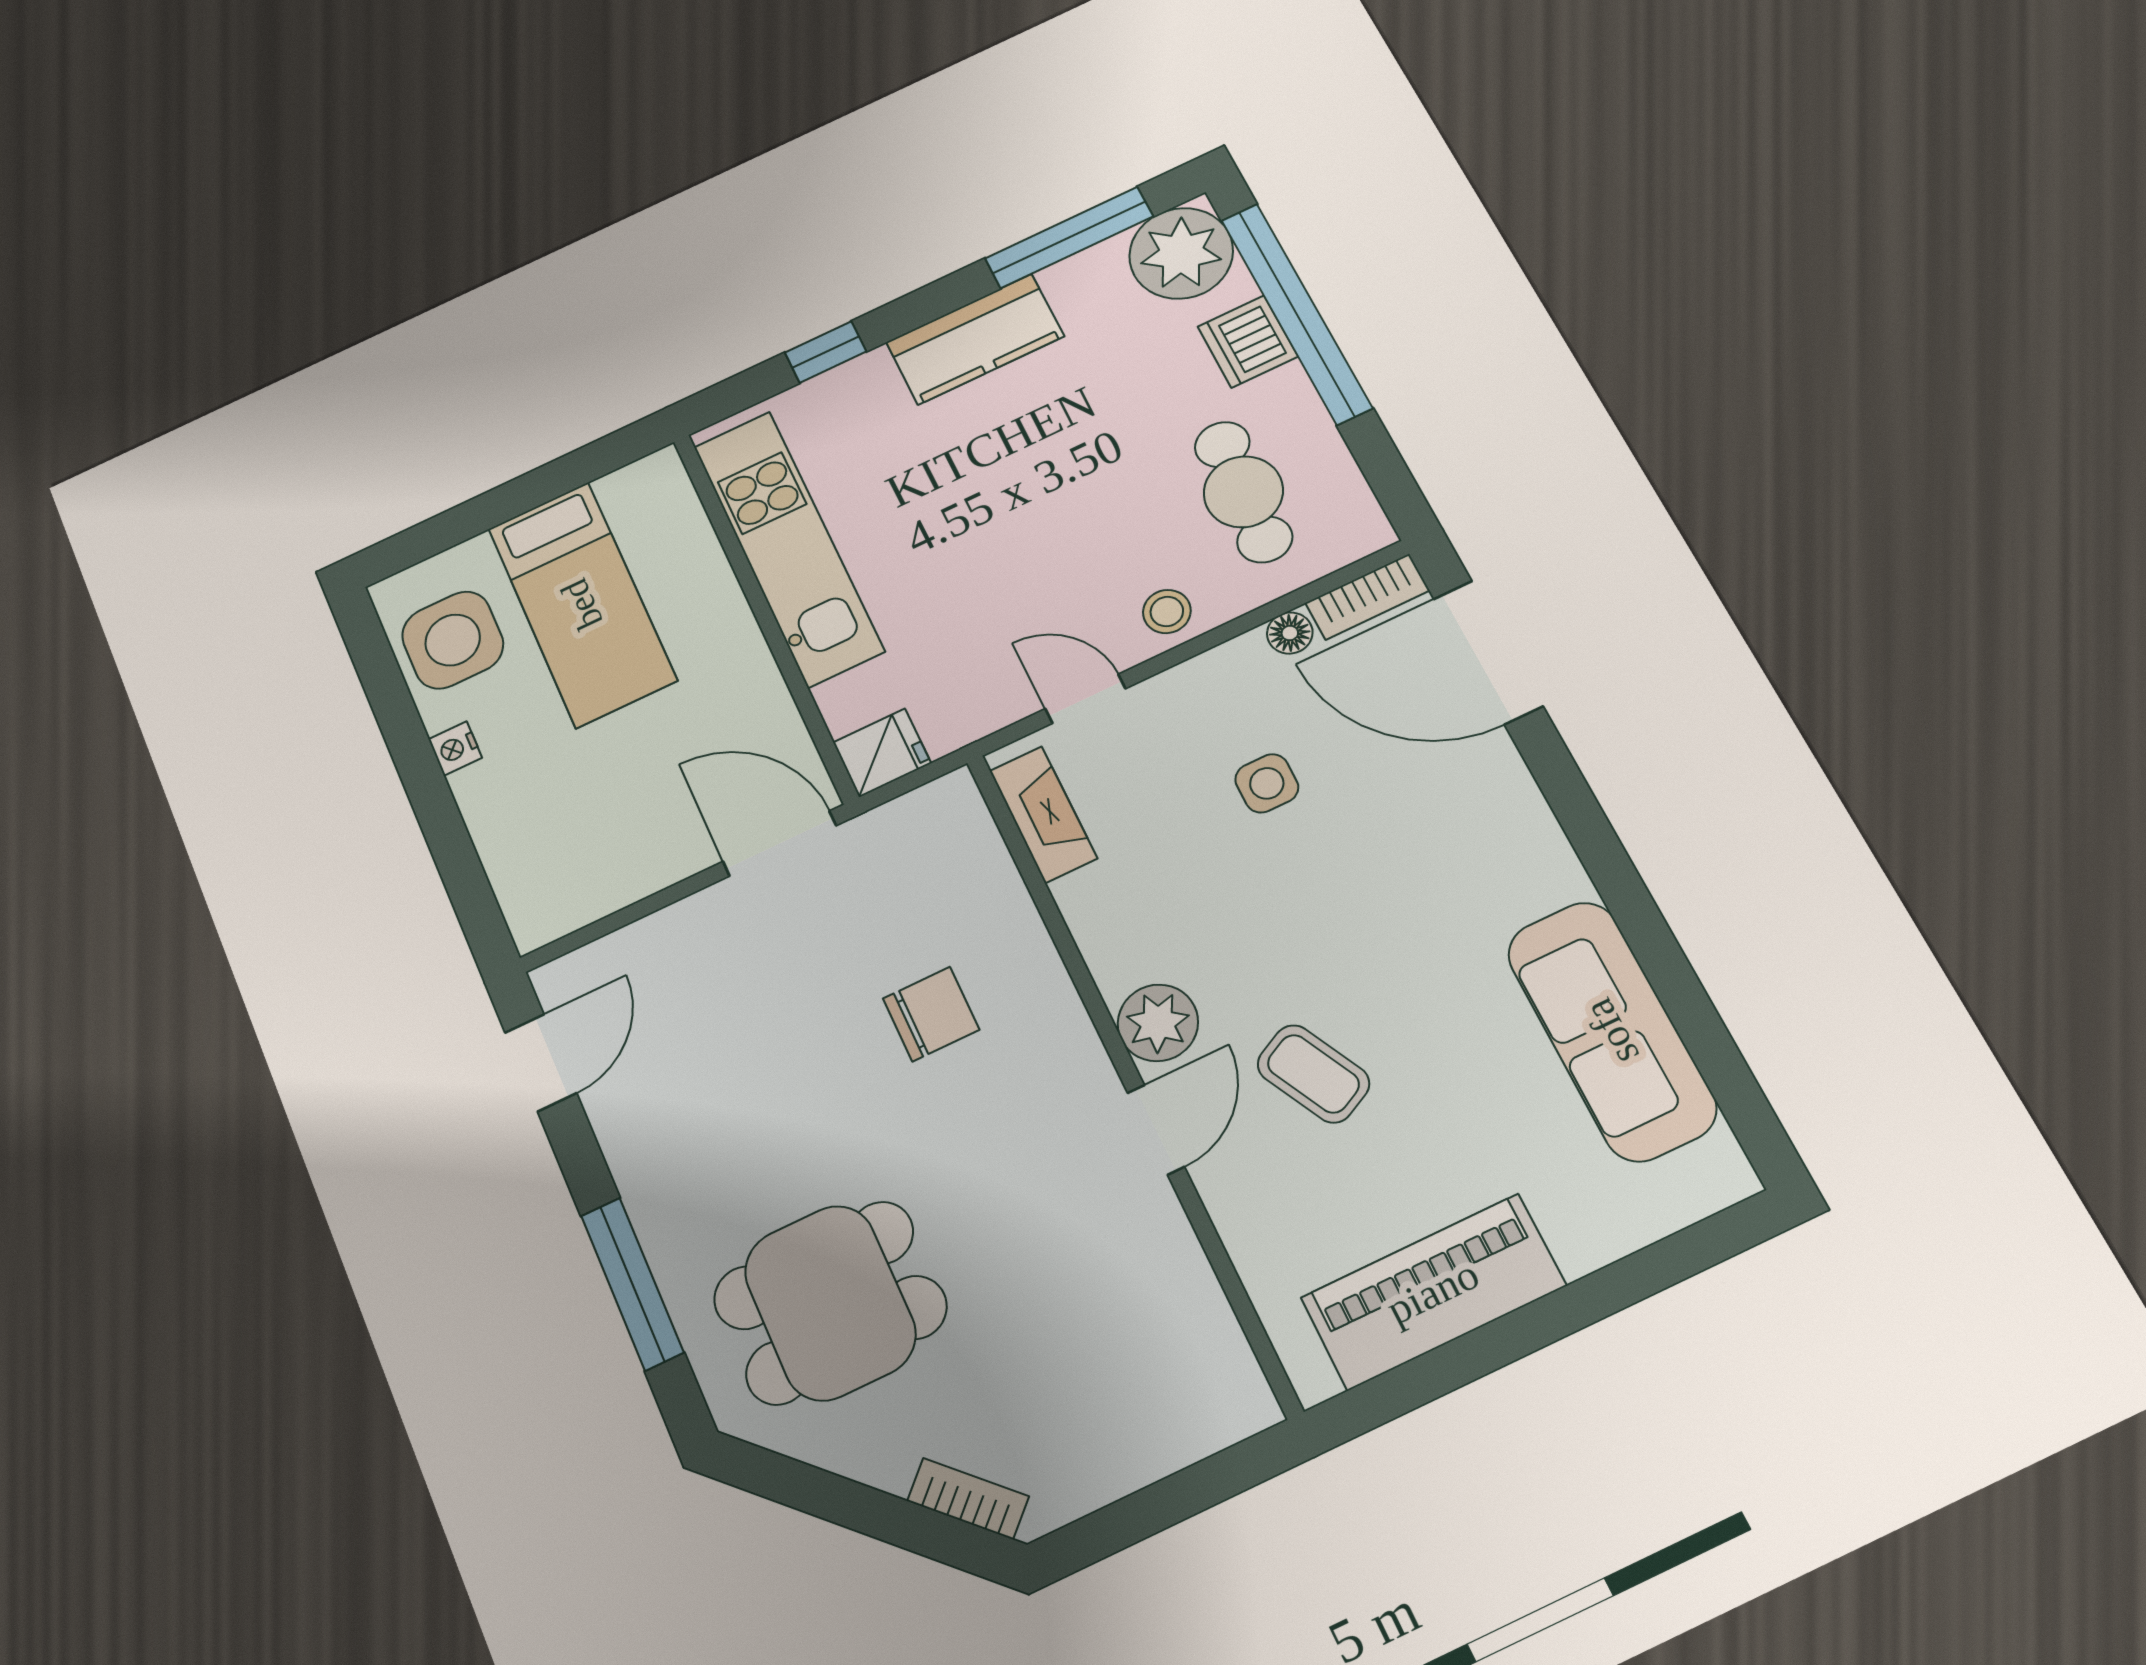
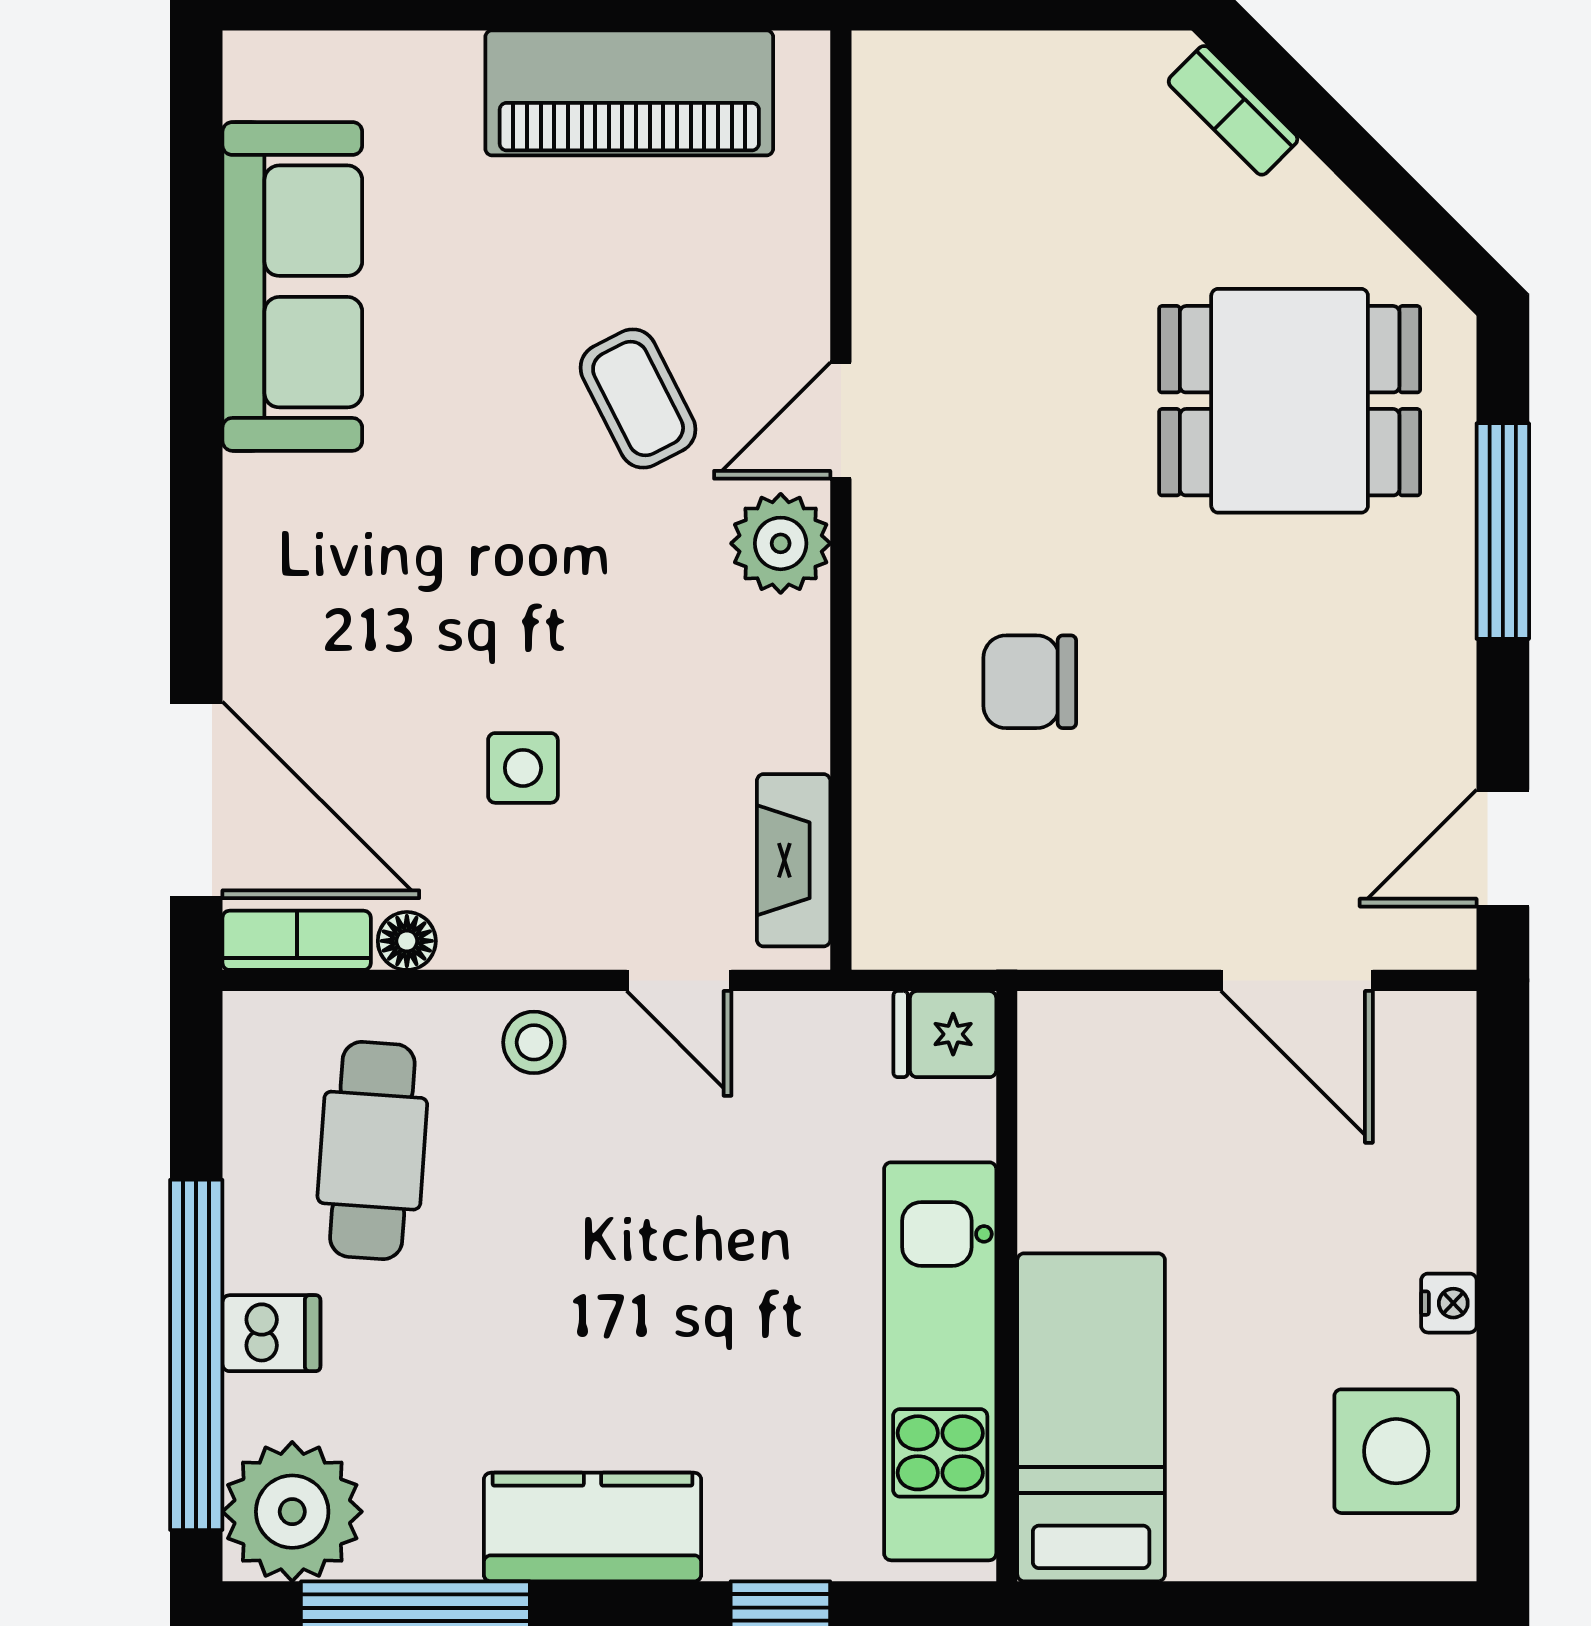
dishwasher: (1248, 342) -> (271, 1333), width x0.73
bed: (582, 604) -> (1091, 1417), moved
door: (780, 843) -> (1297, 980), moved

